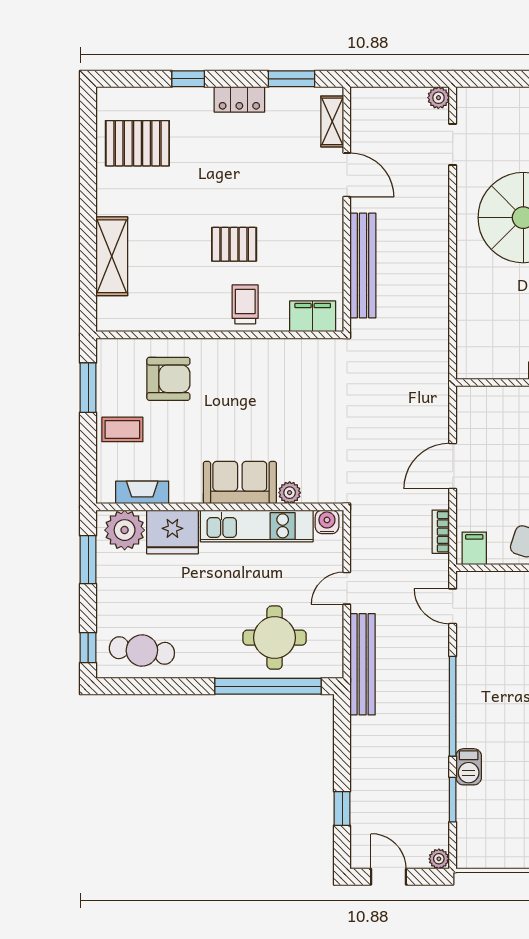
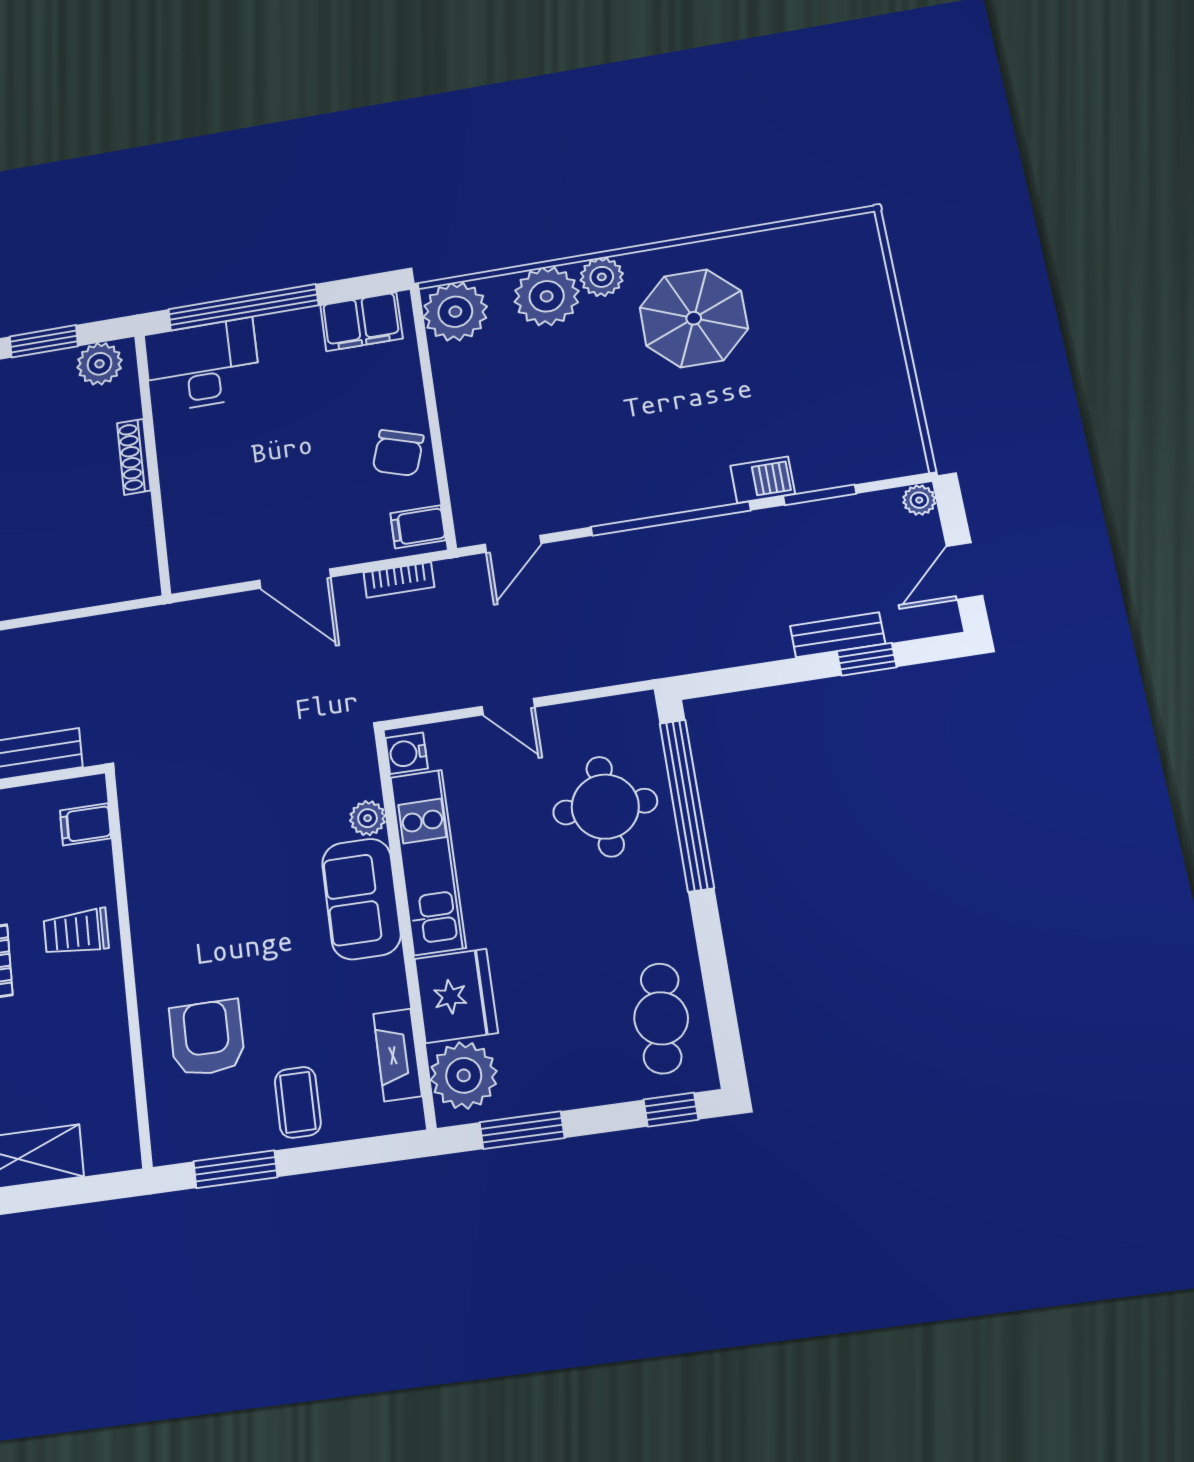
filing cabinet: (313, 316) -> (85, 824), width x0.50
bench: (363, 664) -> (838, 635), moved, width x0.54, depth x0.82

